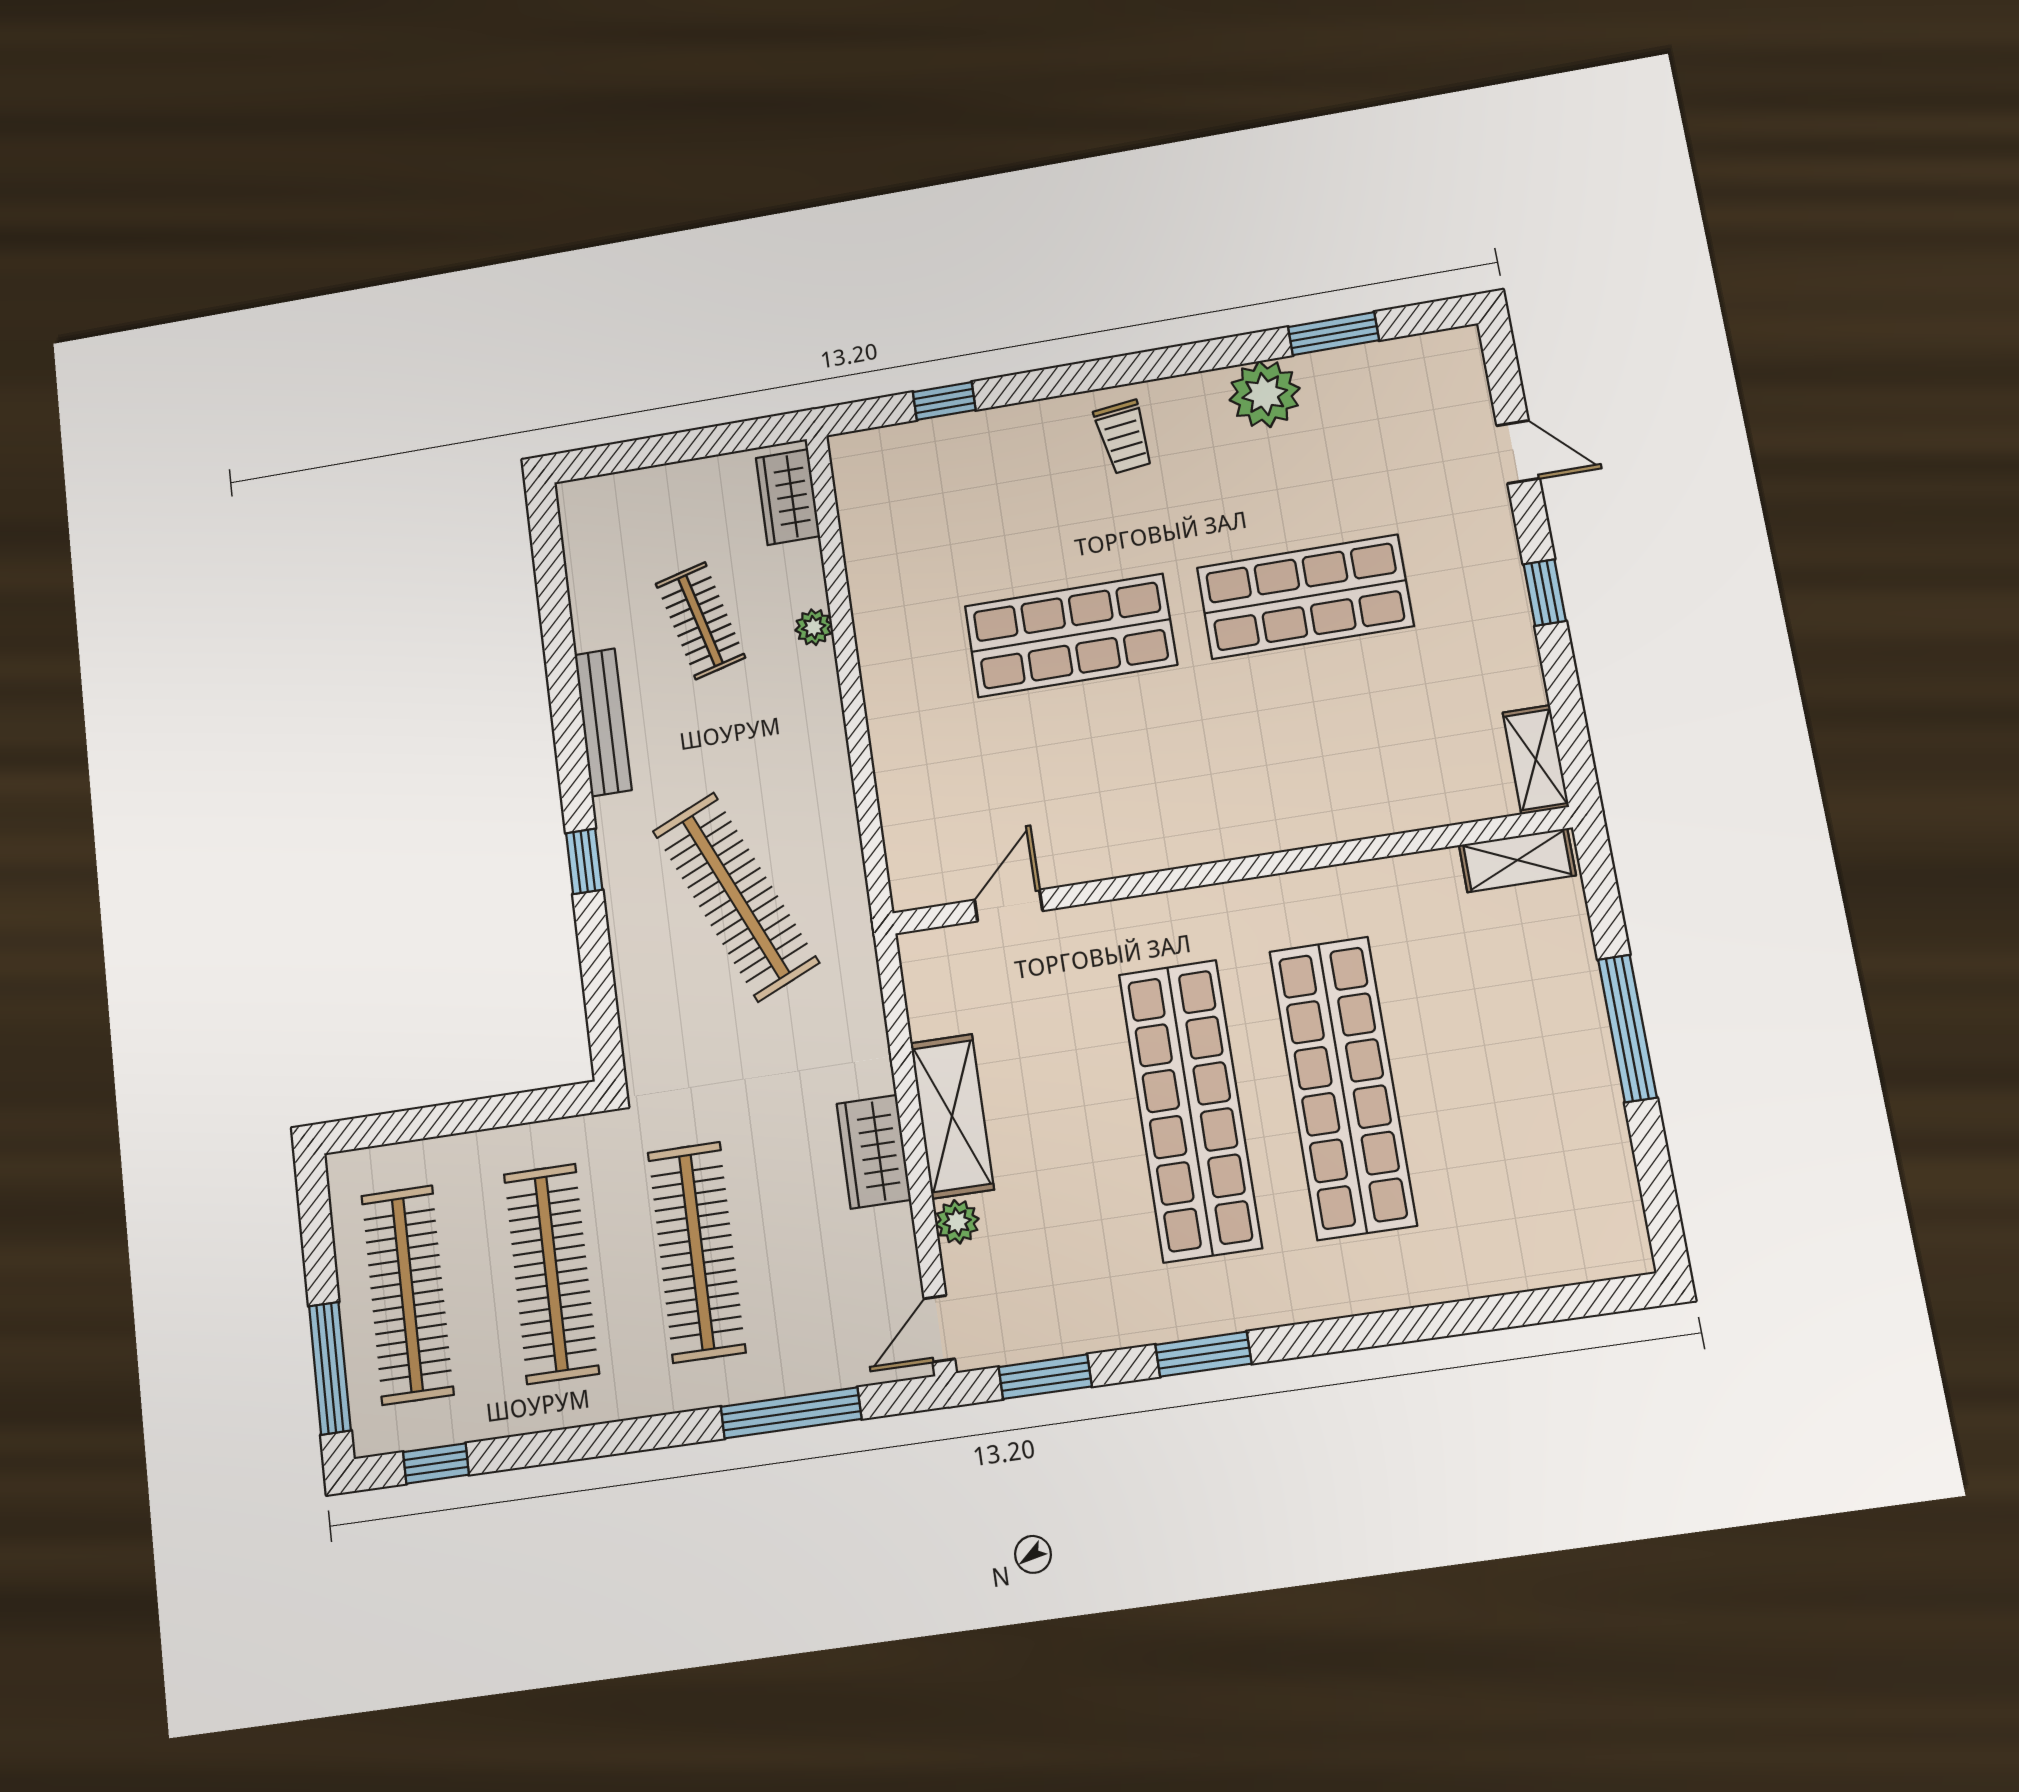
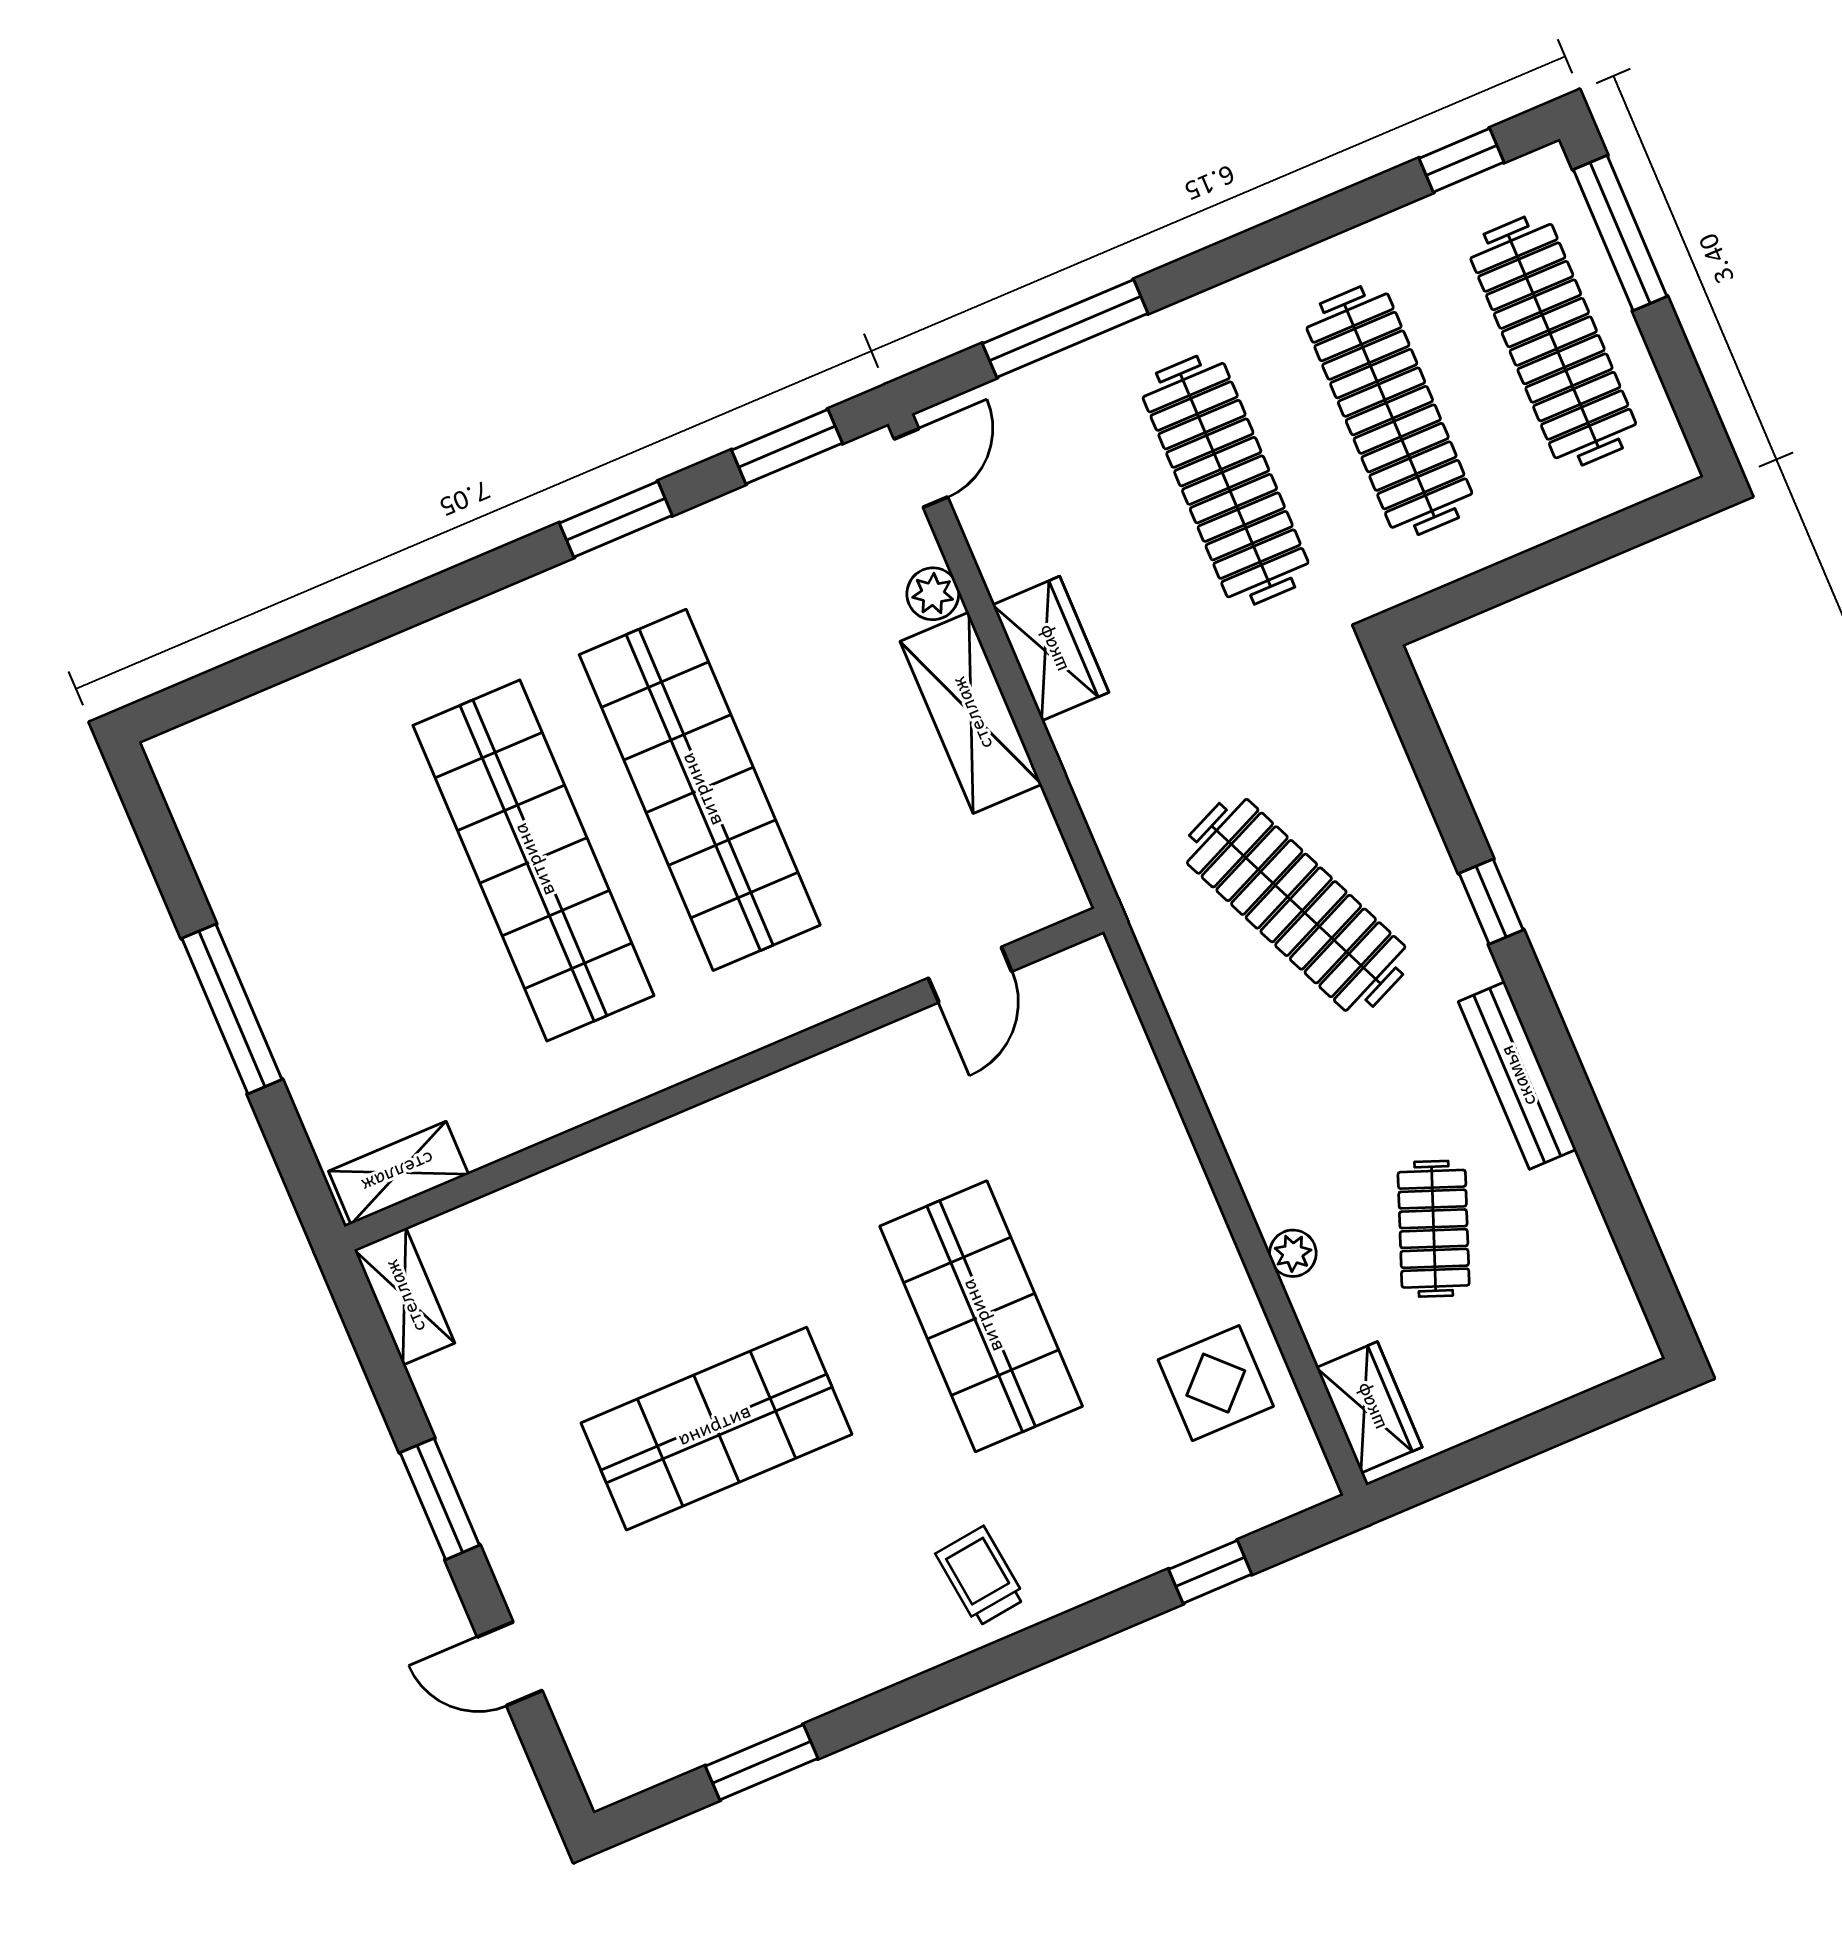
plant: (1265, 394) -> (825, 1668), removed
display table: (901, 542) -> (1216, 1383), added
window: (1545, 593) -> (440, 1499), width x1.50
clothes rail: (700, 621) -> (1434, 1229), turned 36
shop shelf: (1071, 635) -> (981, 1316), turned 90

